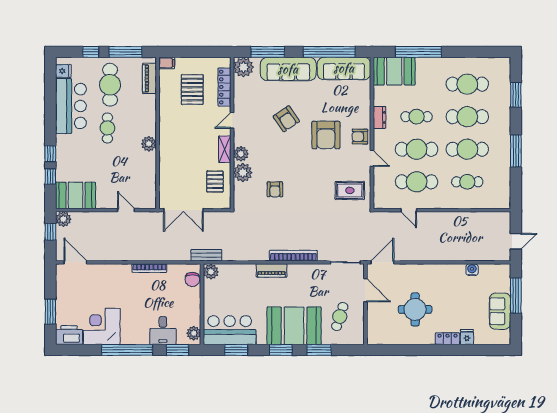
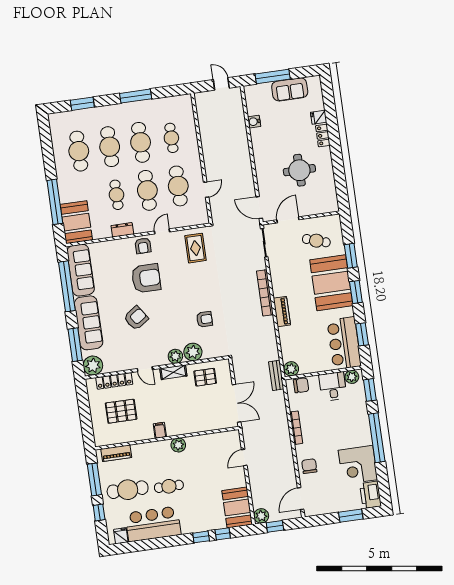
filing cabinet: (167, 63) -> (160, 430), moved
chair: (108, 276) -> (309, 466), added
desk: (163, 331) -> (333, 386), moved, turned -90

